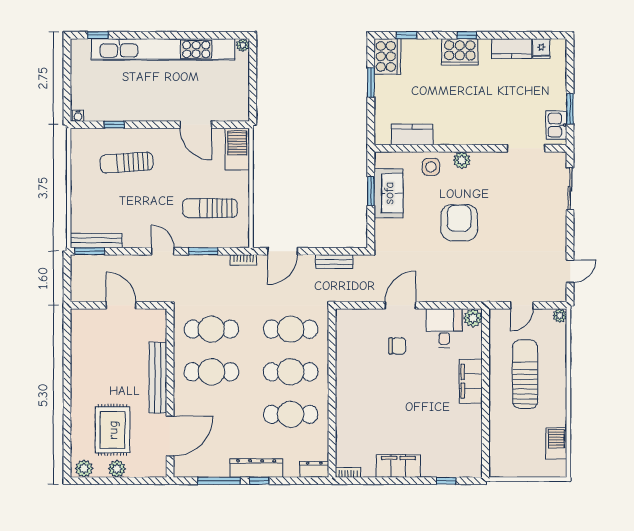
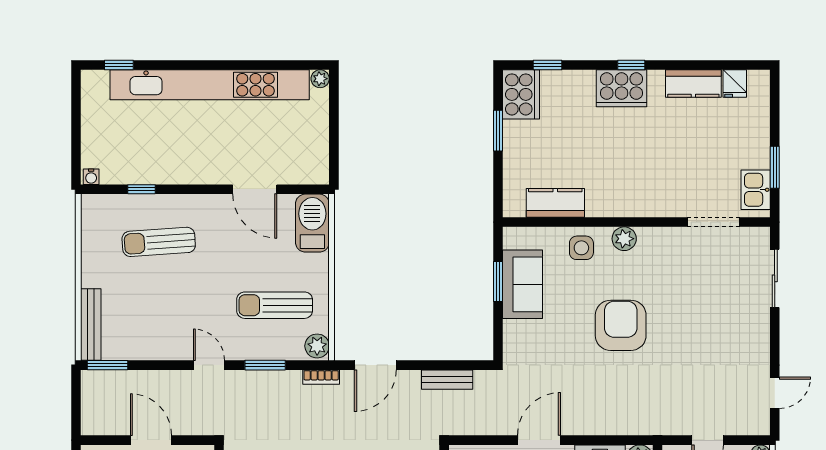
plant: (241, 238) -> (317, 346), added
bench: (96, 241) -> (91, 324), moved, turned 90

